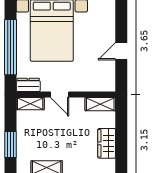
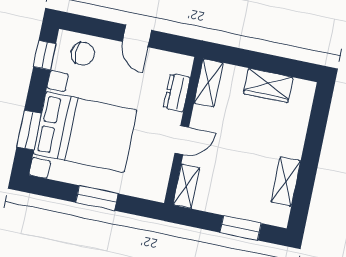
chair: (102, 18) -> (83, 54), added
window: (10, 47) -> (97, 198), width x0.47
dresser: (28, 85) -> (177, 93), moved

